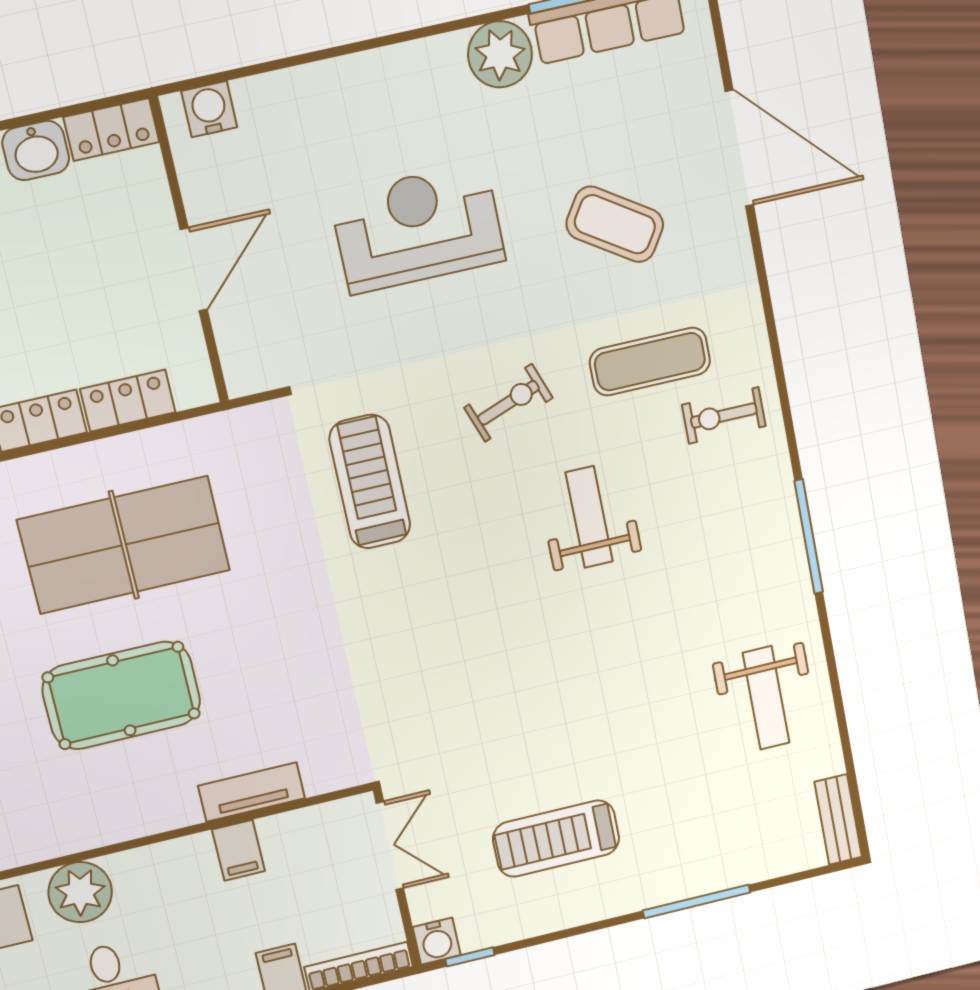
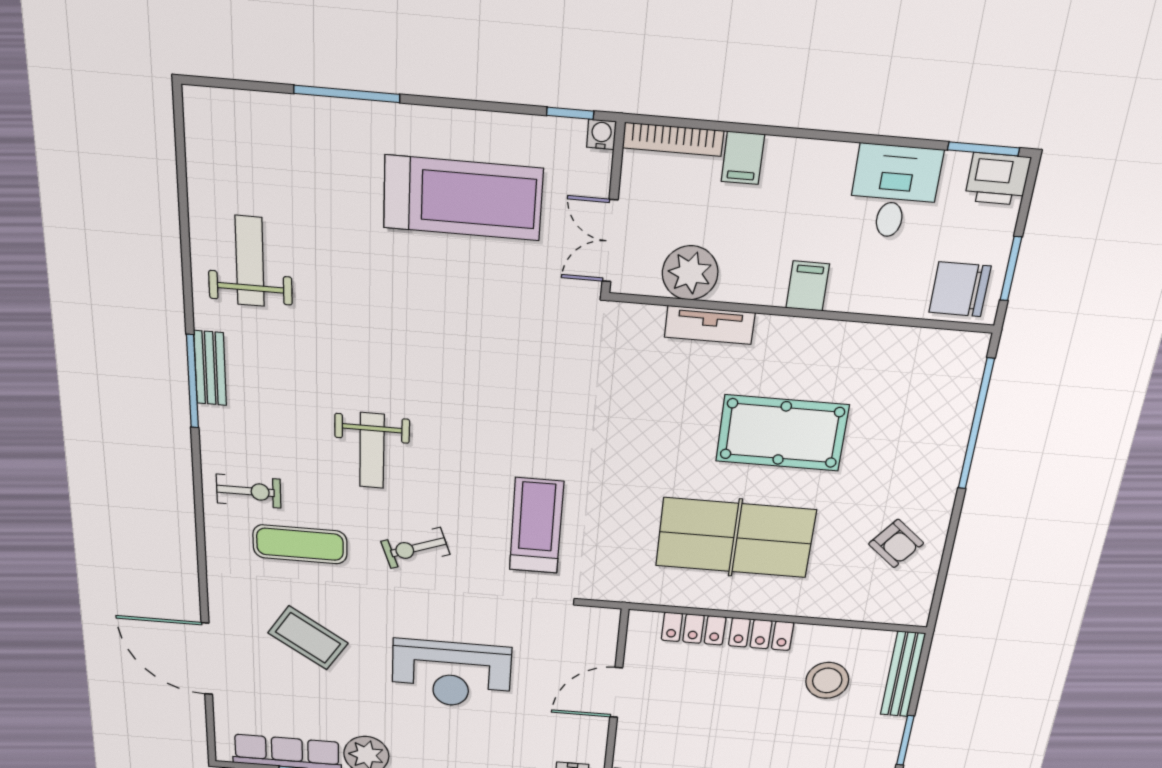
treadmill: (370, 482) -> (536, 526), turned 180
bench: (838, 819) -> (210, 368), moved
treadmill: (556, 839) -> (463, 198), width x1.37, depth x1.38
filing cabinet: (238, 850) -> (808, 286), moved
plant: (80, 892) -> (690, 273), moved
water cooler: (437, 941) -> (601, 134), width x0.72, depth x0.72

